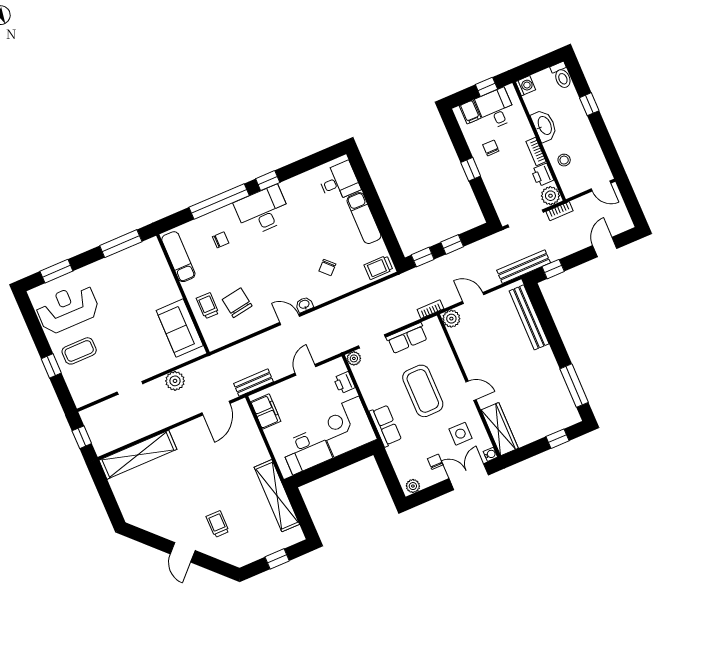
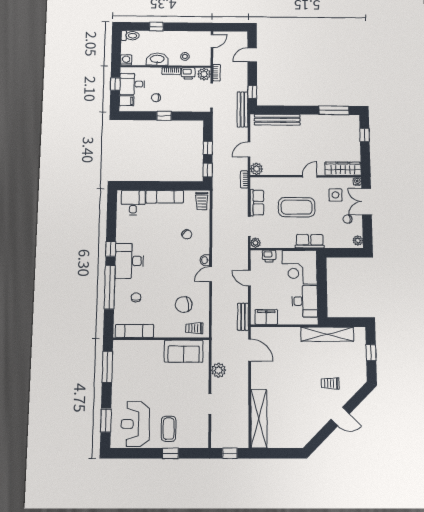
door: (605, 247) -> (252, 55), hinge flipped
trolley: (208, 306) -> (194, 328), moved

